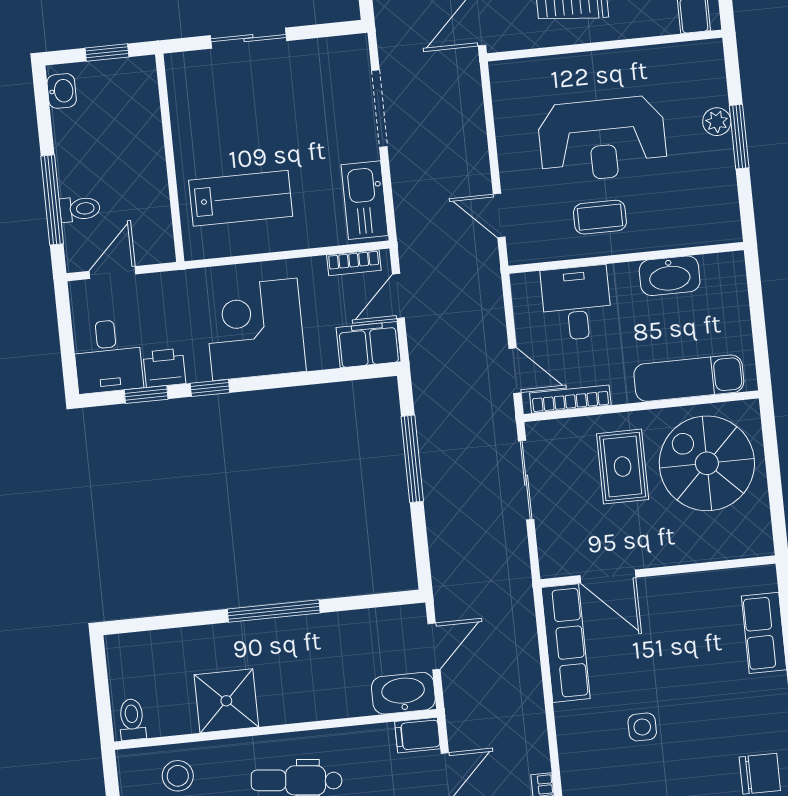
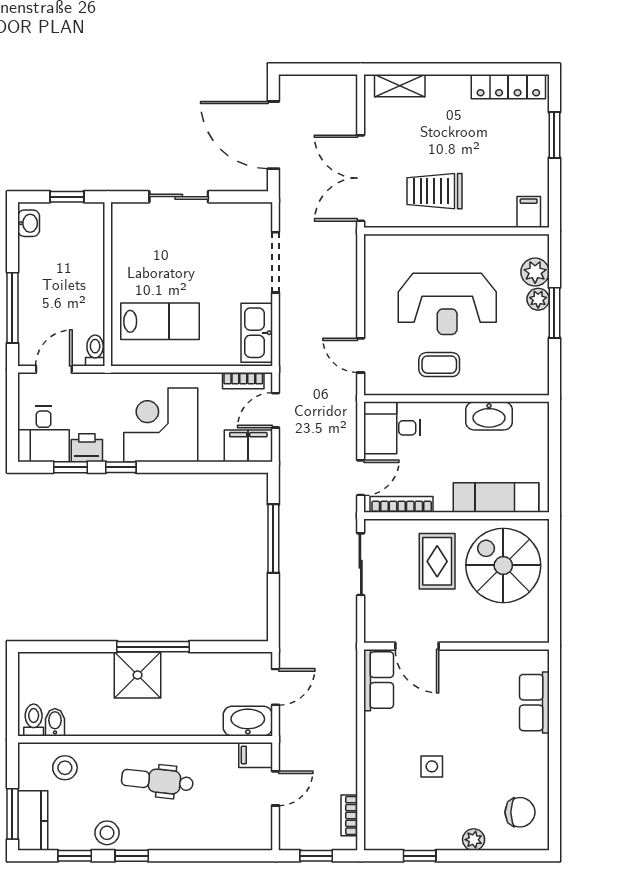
plant: (709, 88) -> (535, 272), added
toilet: (80, 209) -> (95, 351), moved, turned -90
desk: (576, 303) -> (392, 428), moved, turned -90
door: (515, 371) -> (361, 478), hinge flipped
row of seats: (566, 643) -> (379, 680), width x0.68
shower: (226, 701) -> (138, 675), moved
bidet: (159, 719) -> (55, 722), added

